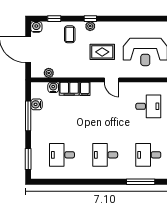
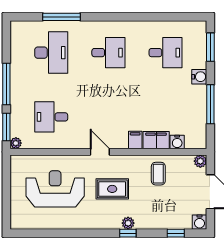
coffee table: (70, 34) -> (158, 174), moved
plant: (49, 73) -> (200, 161), moved
water cooler: (36, 104) -> (199, 77), moved
desk: (148, 155) -> (51, 53), width x1.37

